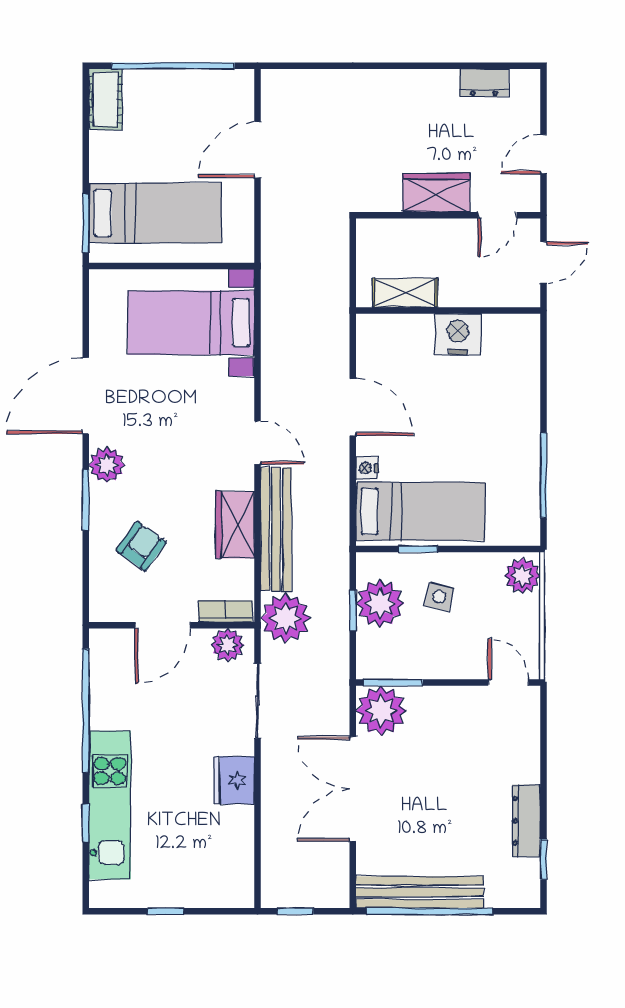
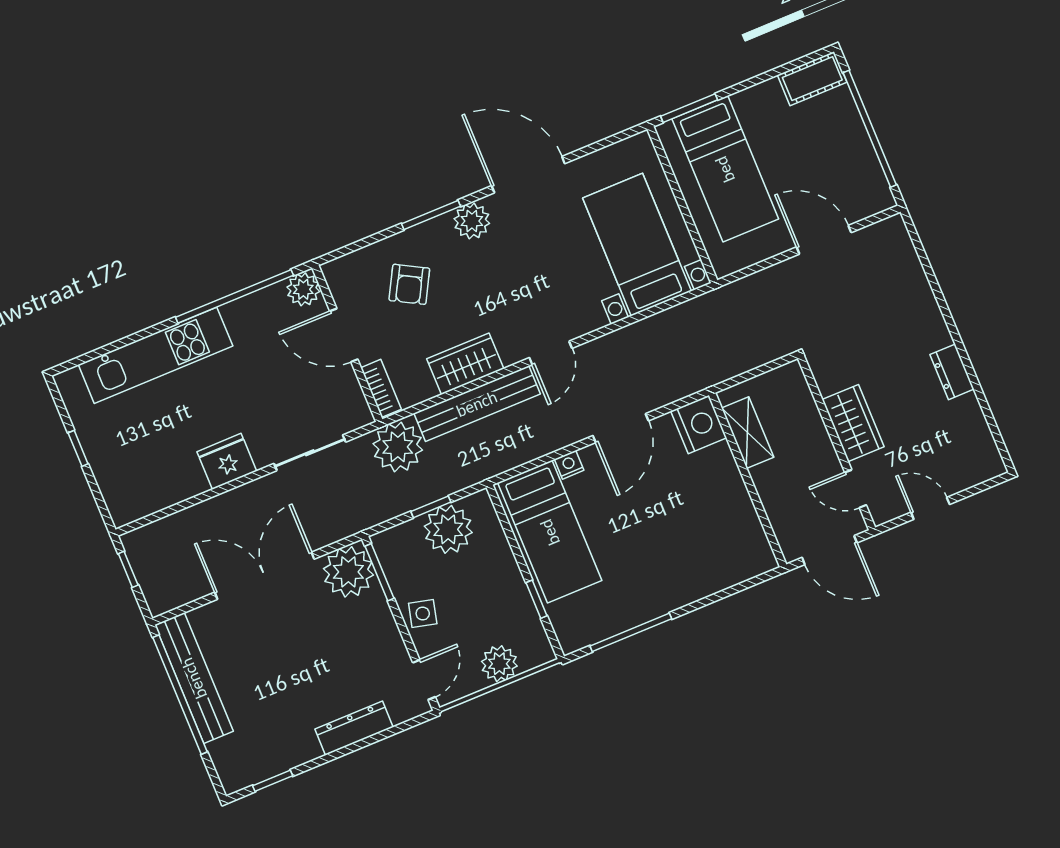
dresser: (484, 83) -> (952, 372), moved
door: (544, 262) -> (829, 550), width x1.38
nightstand: (458, 334) -> (699, 424), moved
armchair: (141, 546) -> (409, 284), turned 83
window: (418, 549) -> (537, 599), moved
plant: (522, 576) -> (499, 664), moved
side table: (439, 597) -> (423, 614), moved
plant: (227, 645) -> (303, 289), moved
dresser: (526, 821) -> (354, 728), moved
window: (86, 823) -> (130, 340), removed

